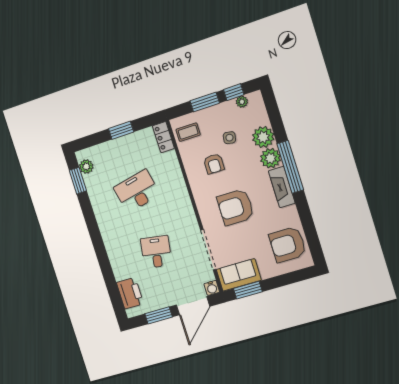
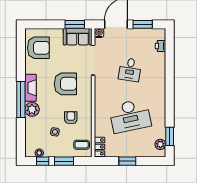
plant: (263, 137) -> (32, 125), removed
desk: (137, 191) -> (130, 116), width x1.36, depth x1.30
printer: (130, 293) -> (161, 46), width x0.53, depth x0.68

